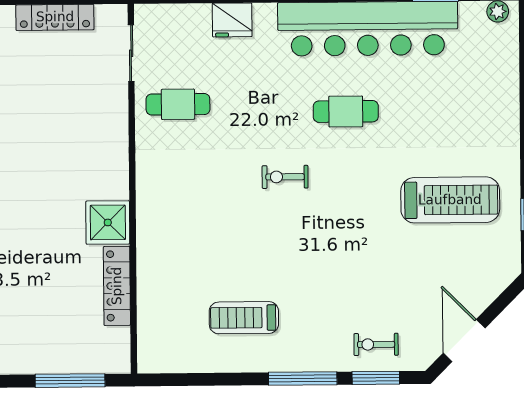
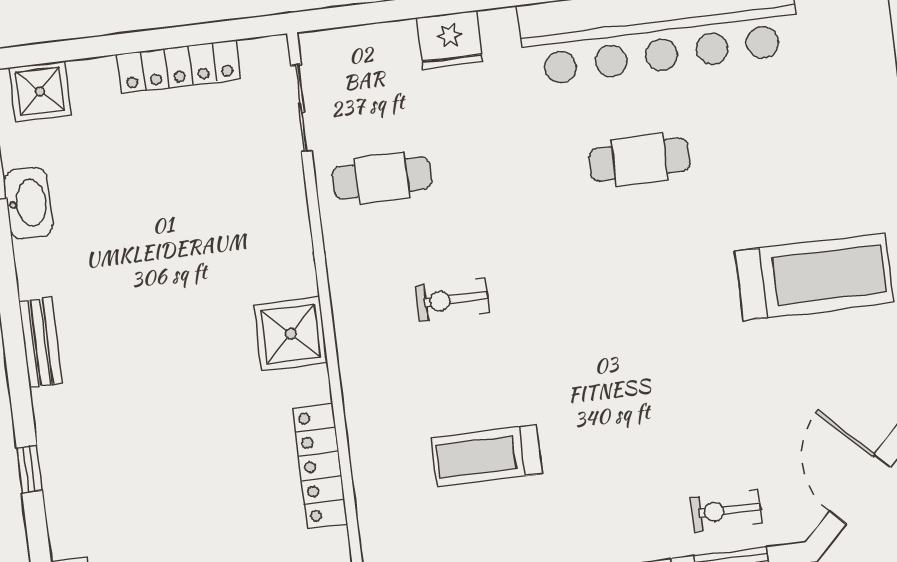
exercise bike: (285, 177) -> (452, 300), moved
shower: (108, 222) -> (291, 334), moved
treadmill: (244, 318) -> (487, 456), moved

